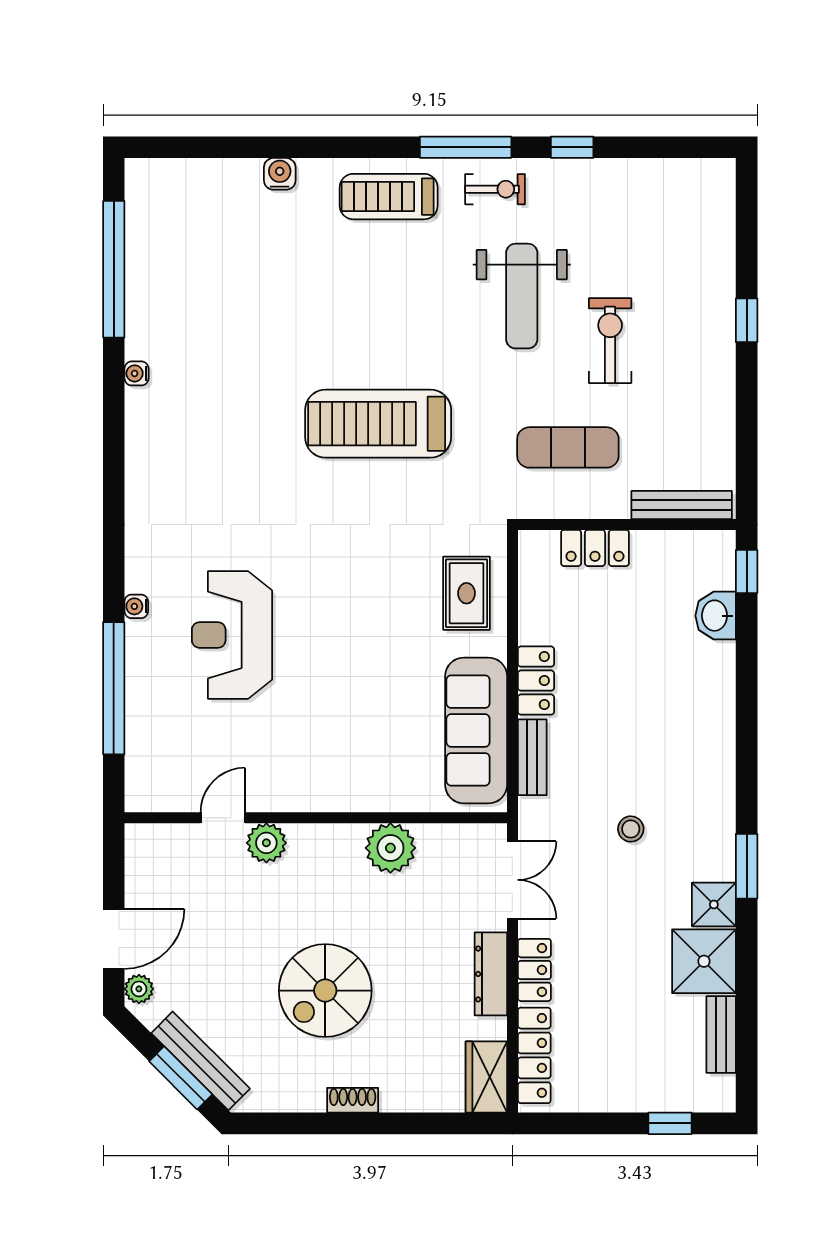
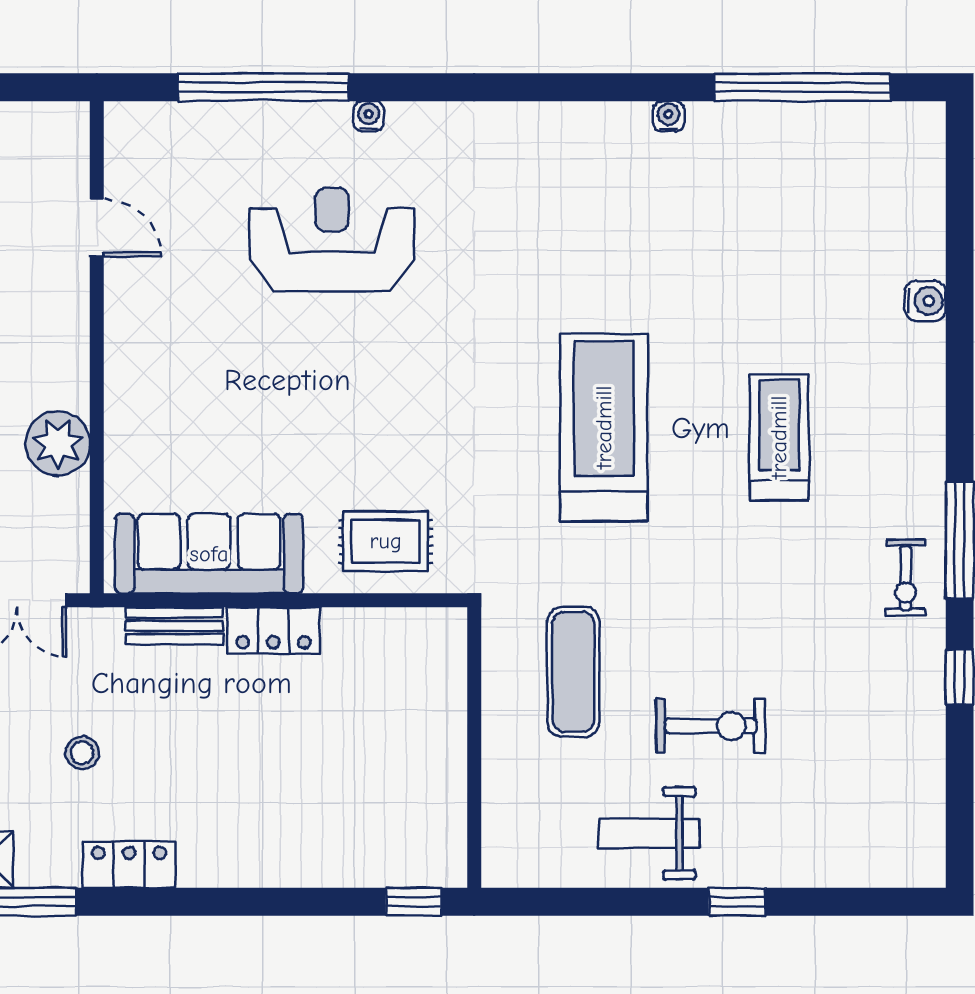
treadmill: (389, 197) -> (779, 437), moved
weight bench: (522, 296) -> (649, 833), moved, width x0.73, depth x0.75
bench: (682, 505) -> (499, 818), removed
locker: (595, 548) -> (129, 865), moved, turned 90
washbasin: (716, 616) -> (357, 862), removed
plant: (266, 843) -> (64, 284), removed

